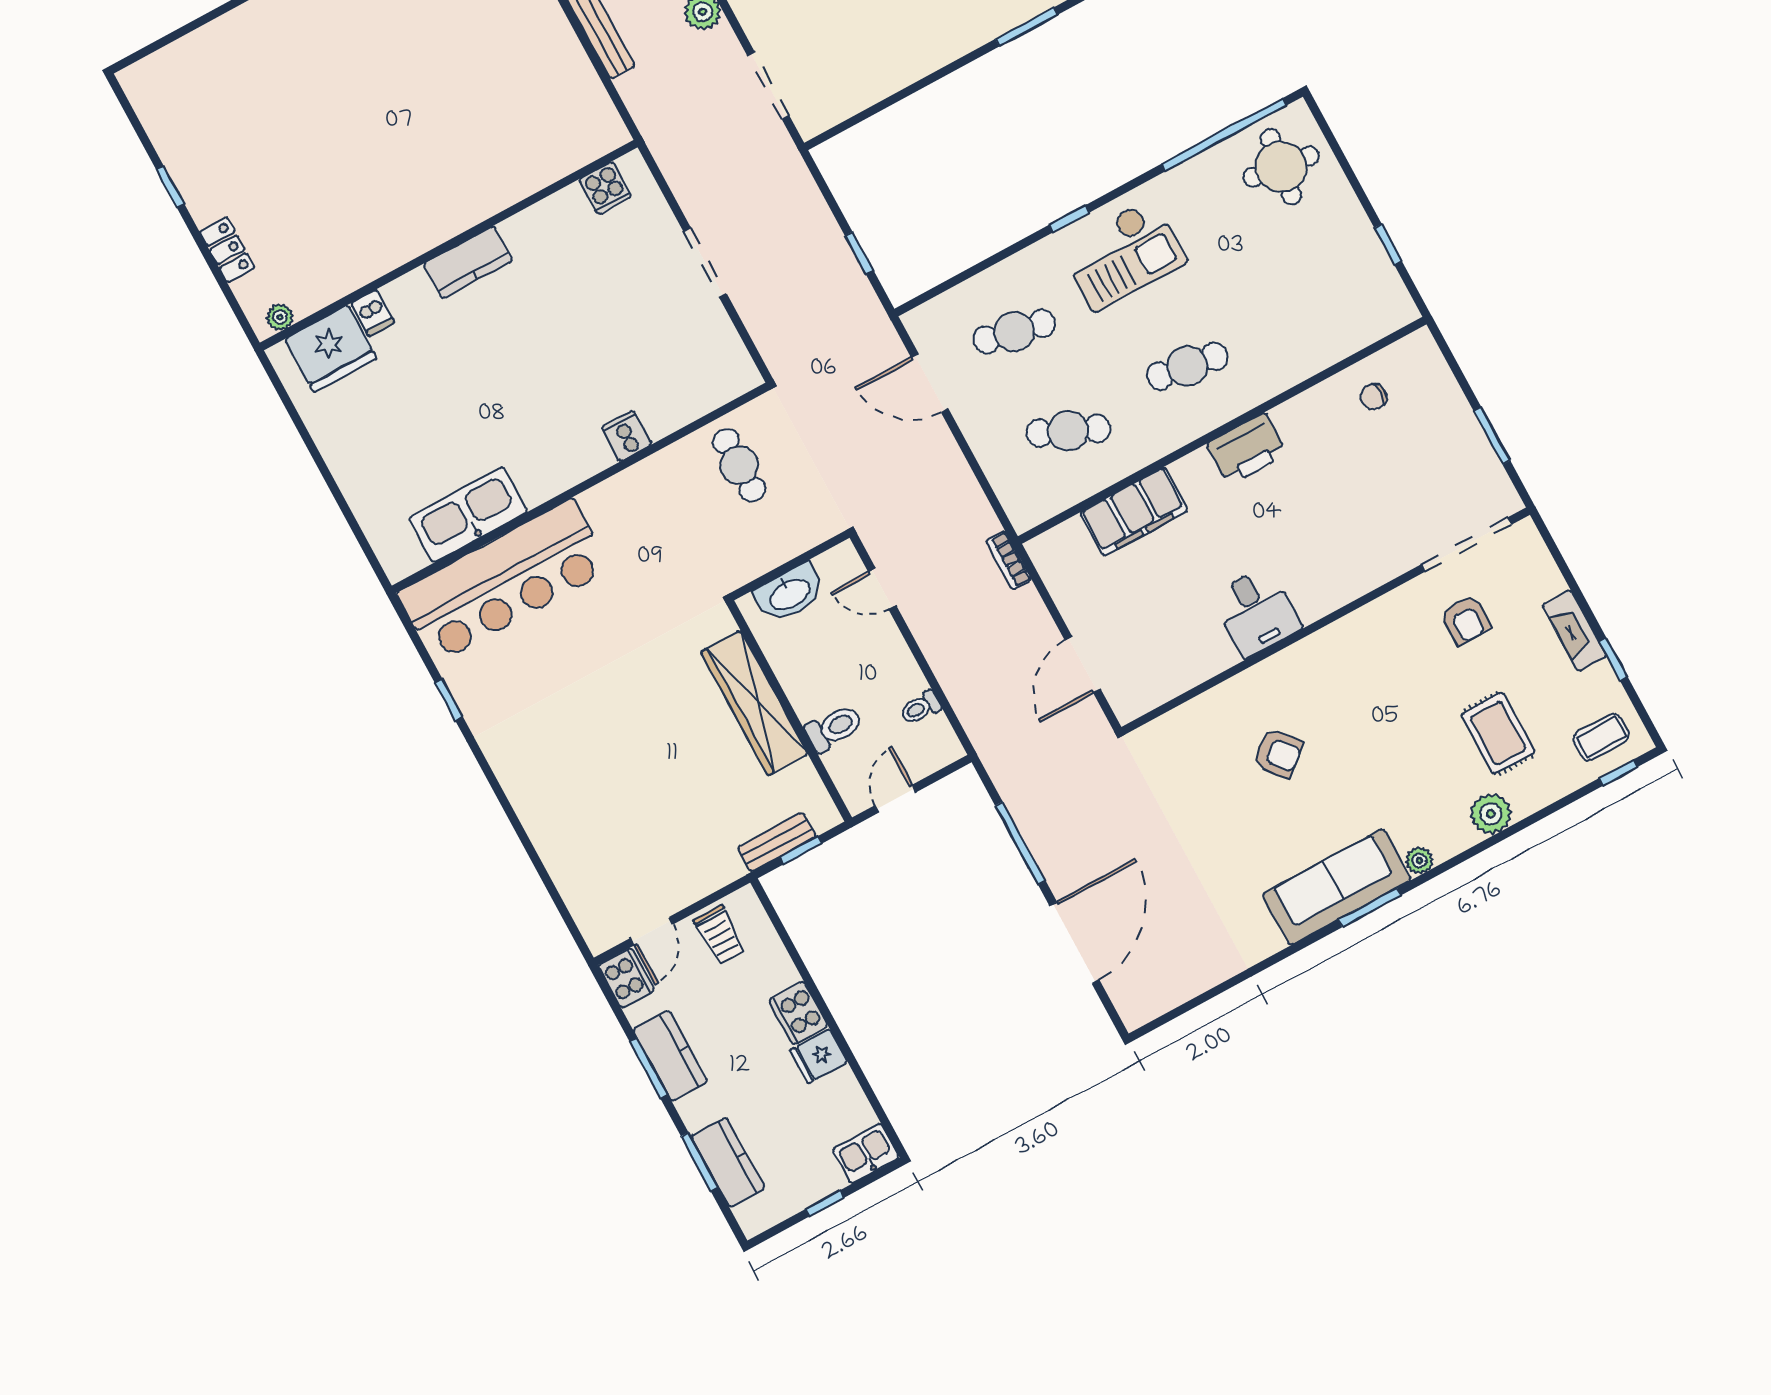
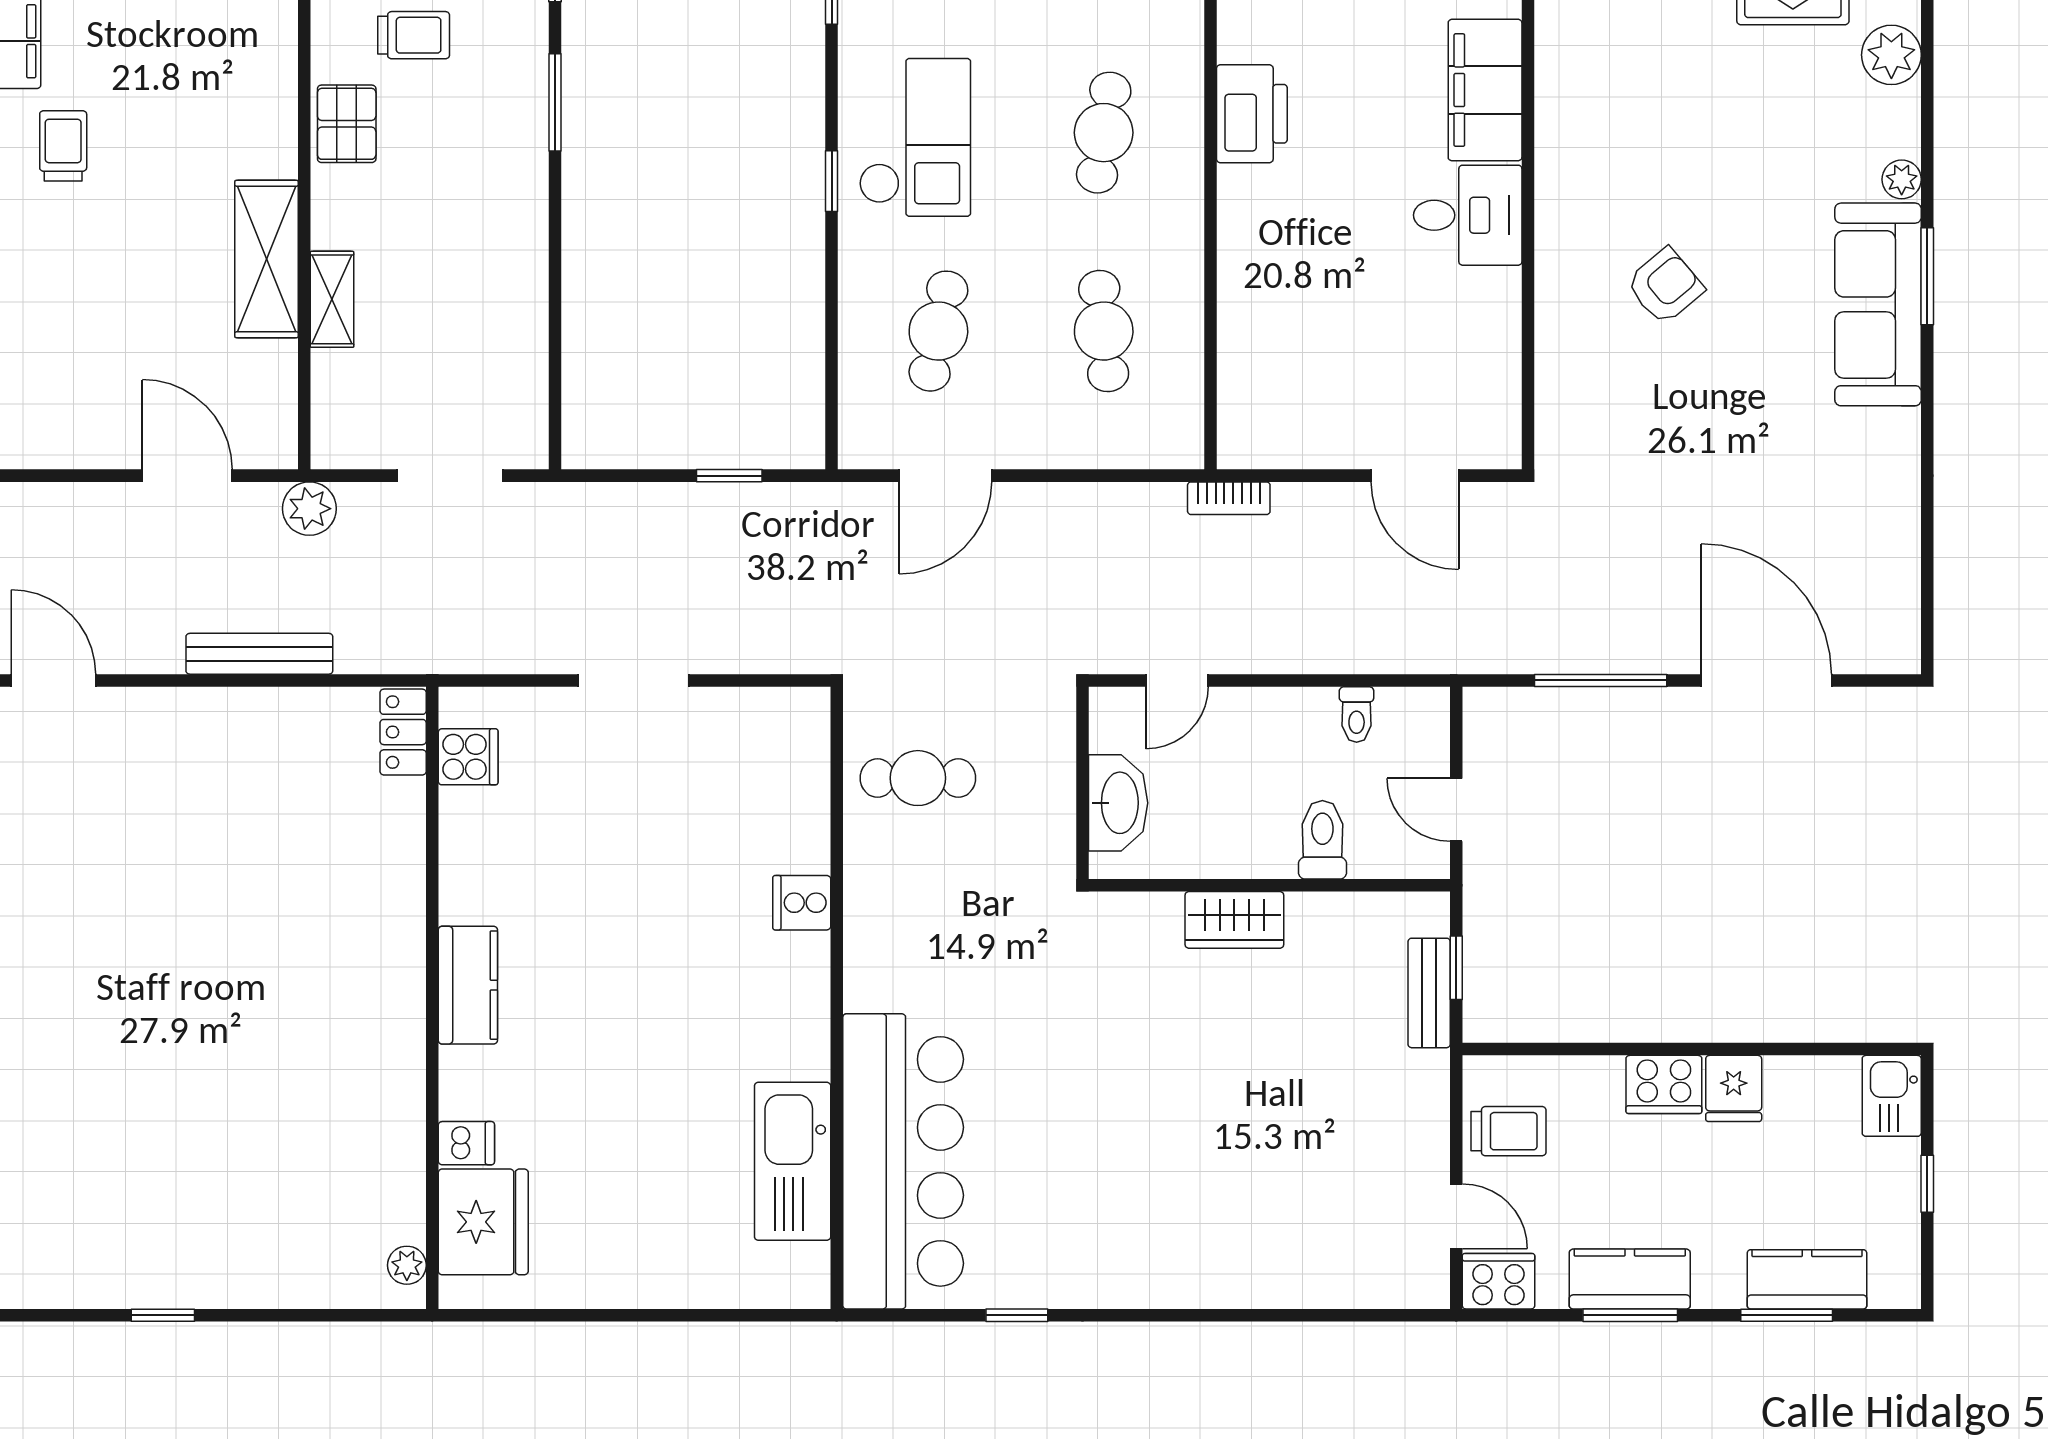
locker: (227, 250) -> (403, 732), moved, turned -90
cafe table: (1068, 431) -> (1104, 331), turned -30
filing cabinet: (1134, 512) -> (1485, 90), moved, turned 180
wardrobe: (754, 703) -> (1234, 920), width x0.48, depth x0.85

